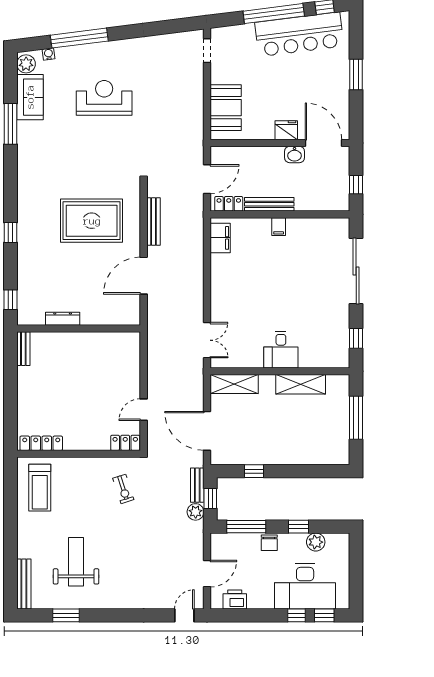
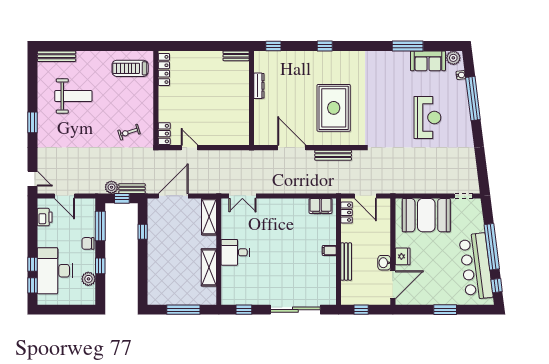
booth: (226, 108) -> (426, 215), width x1.36, depth x1.42
bench: (269, 204) -> (346, 262), moved
window: (66, 615) -> (33, 122), moved

